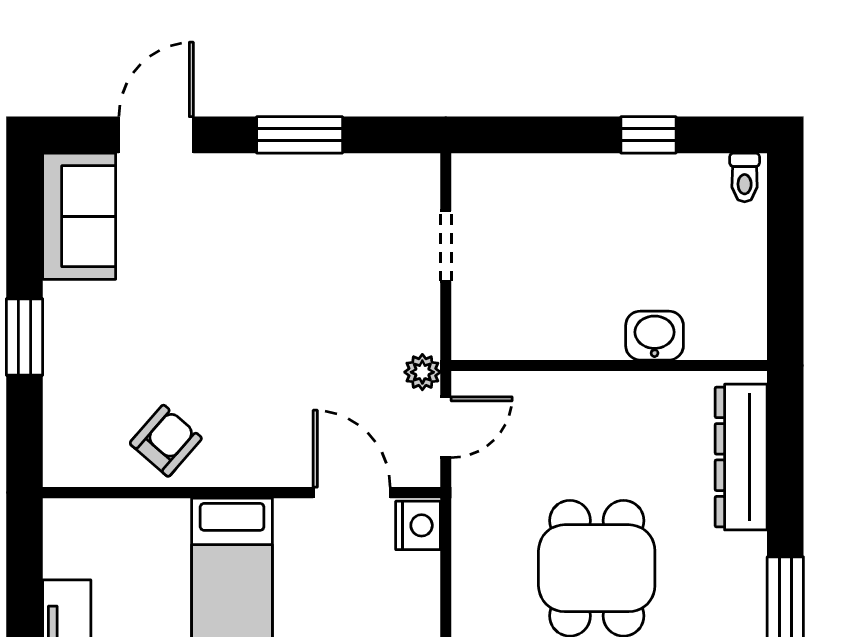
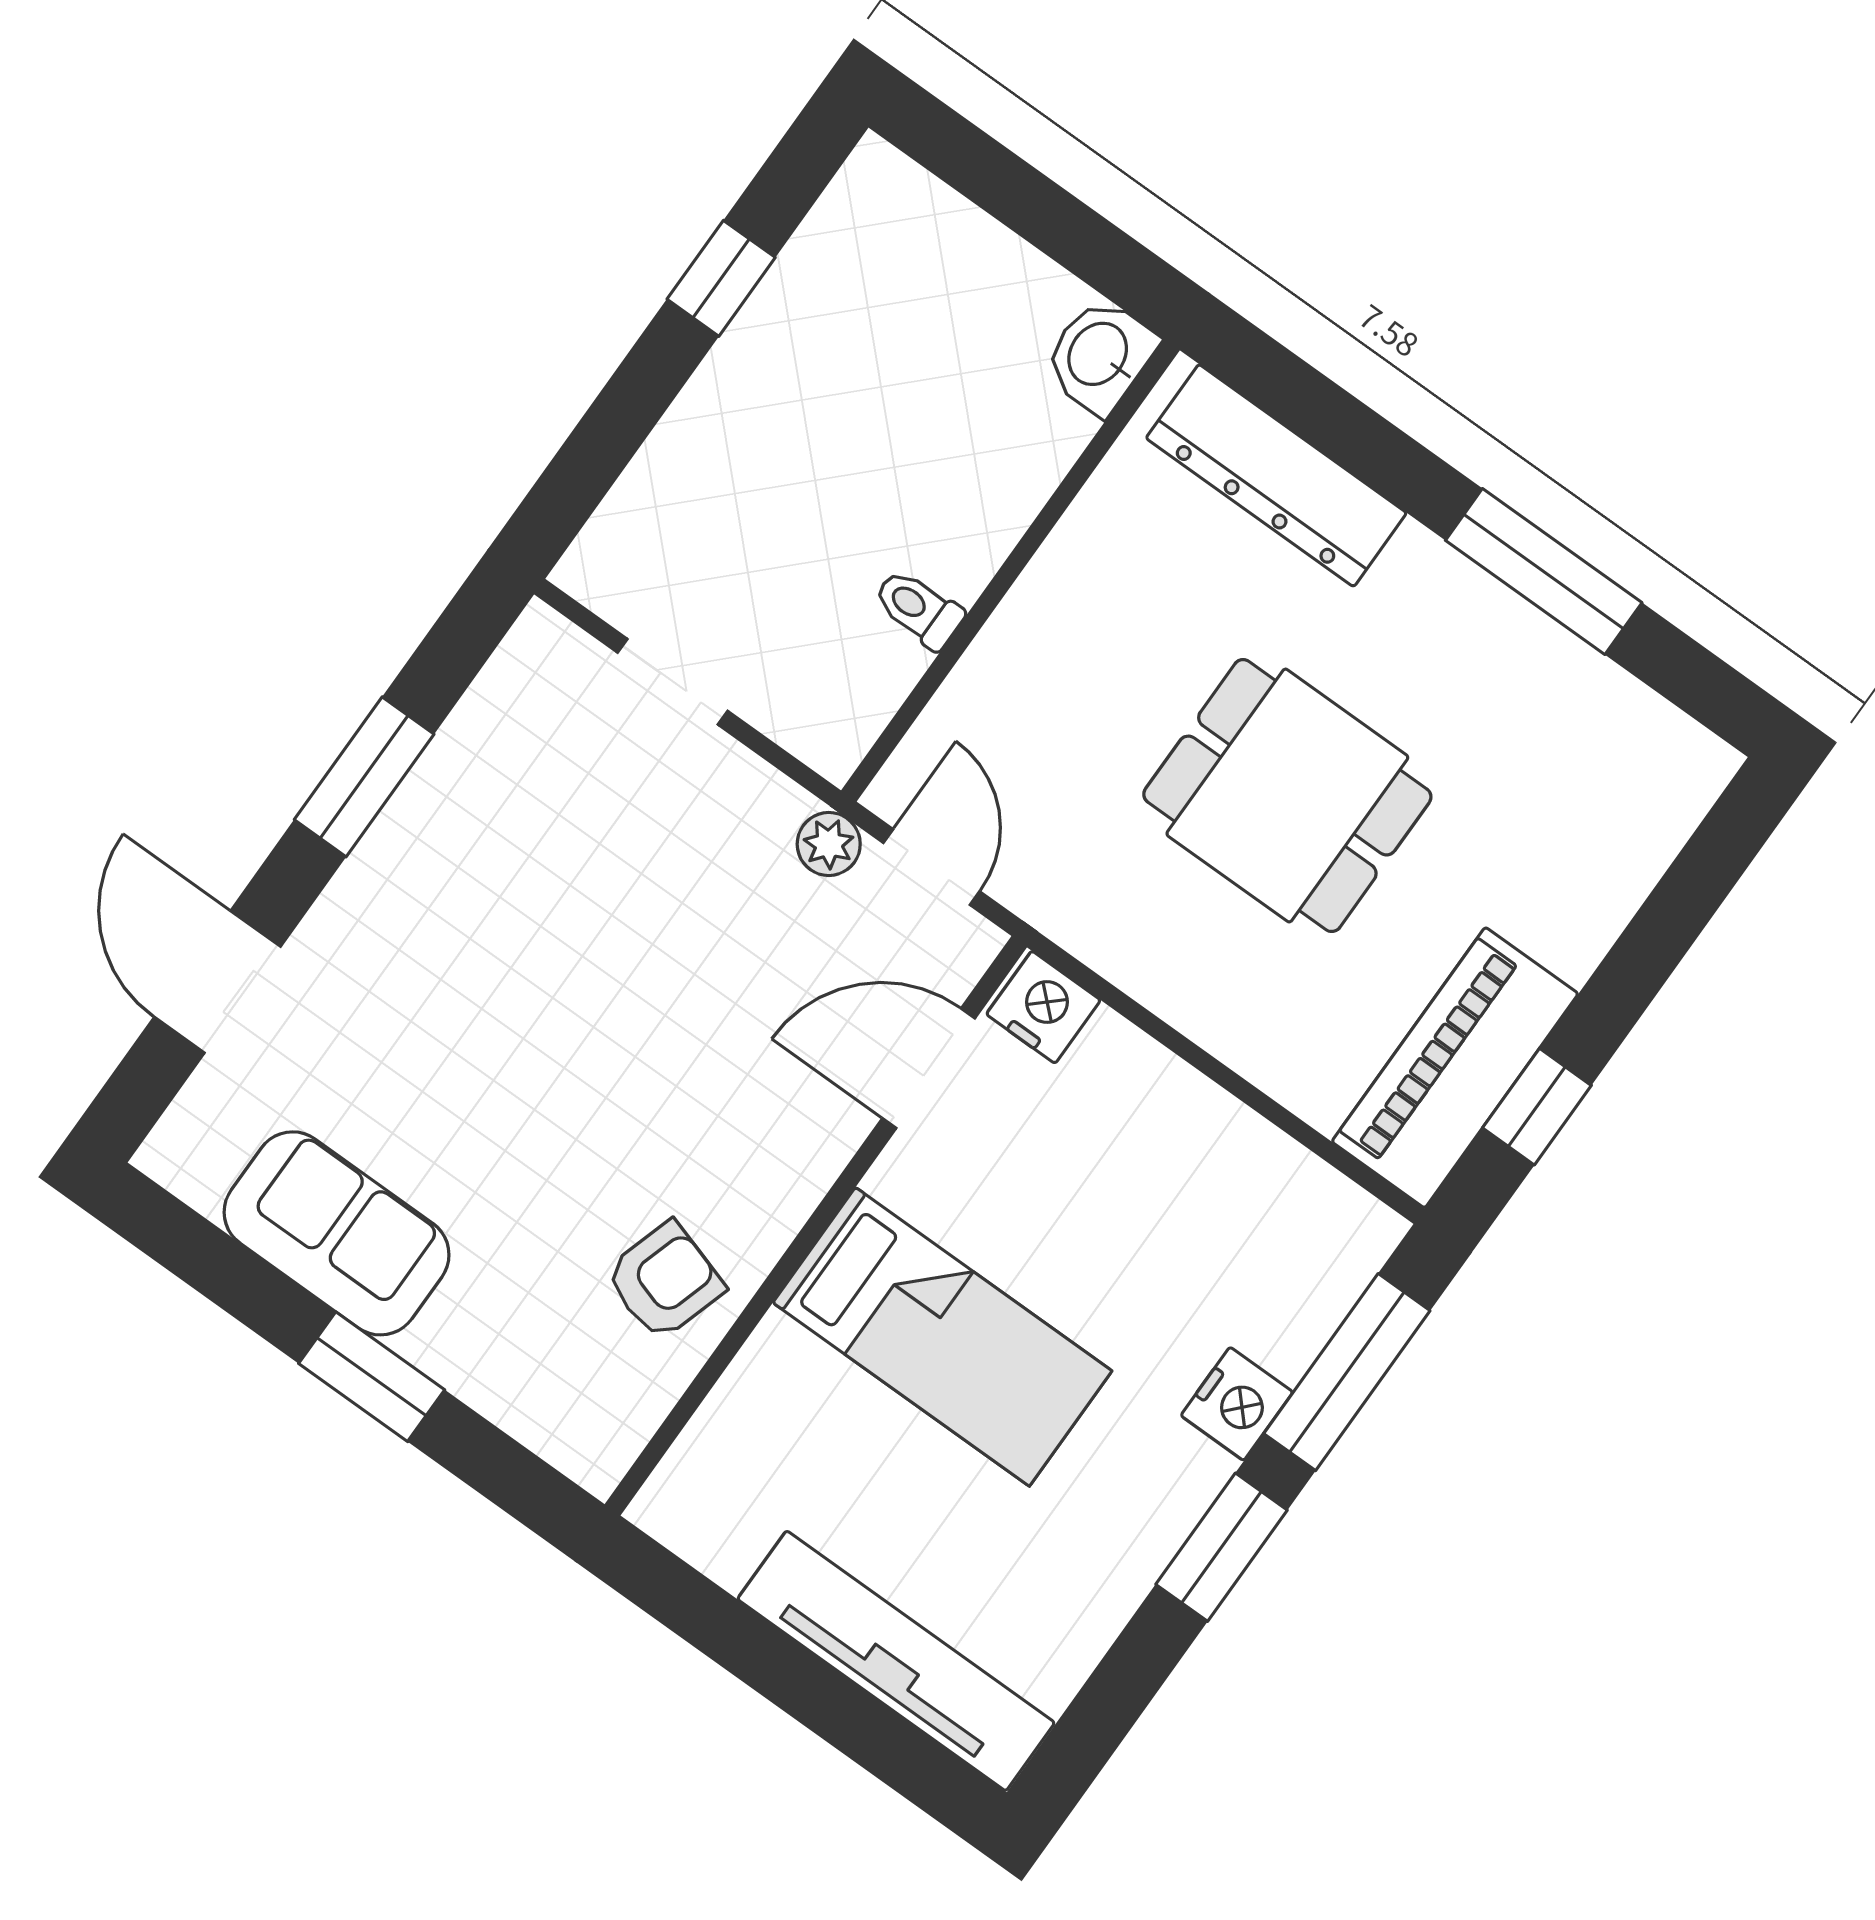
toilet: (745, 177) -> (918, 609), moved, turned 180
sofa: (79, 216) -> (337, 1233), moved
washbasin: (655, 336) -> (1100, 355), moved
armchair: (166, 441) -> (664, 1281), turned 66

